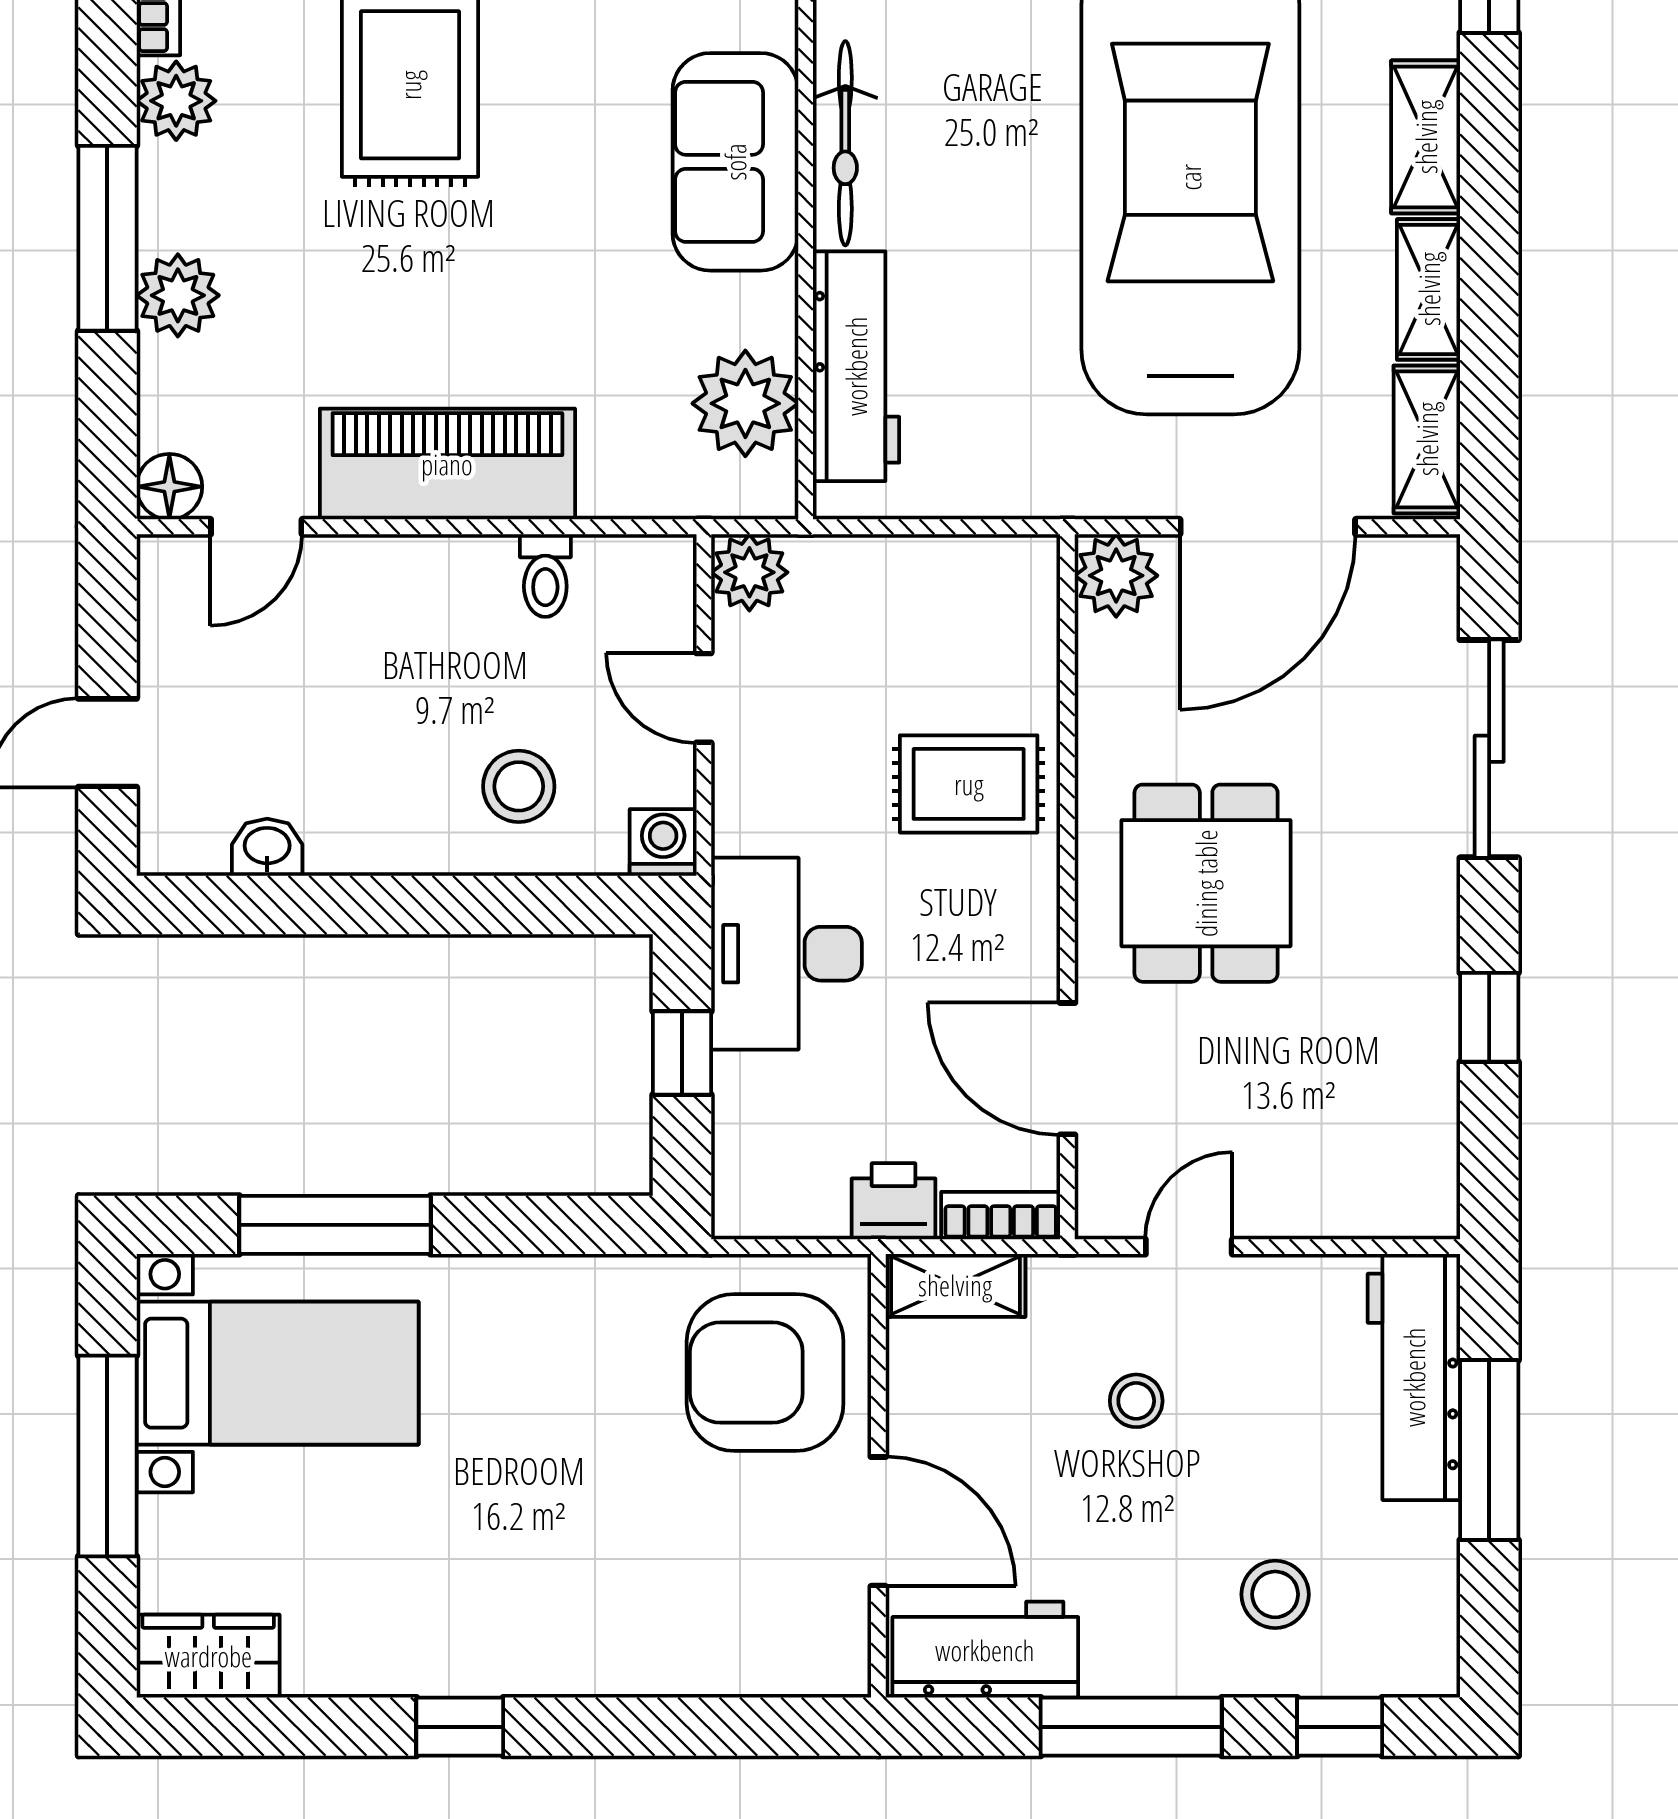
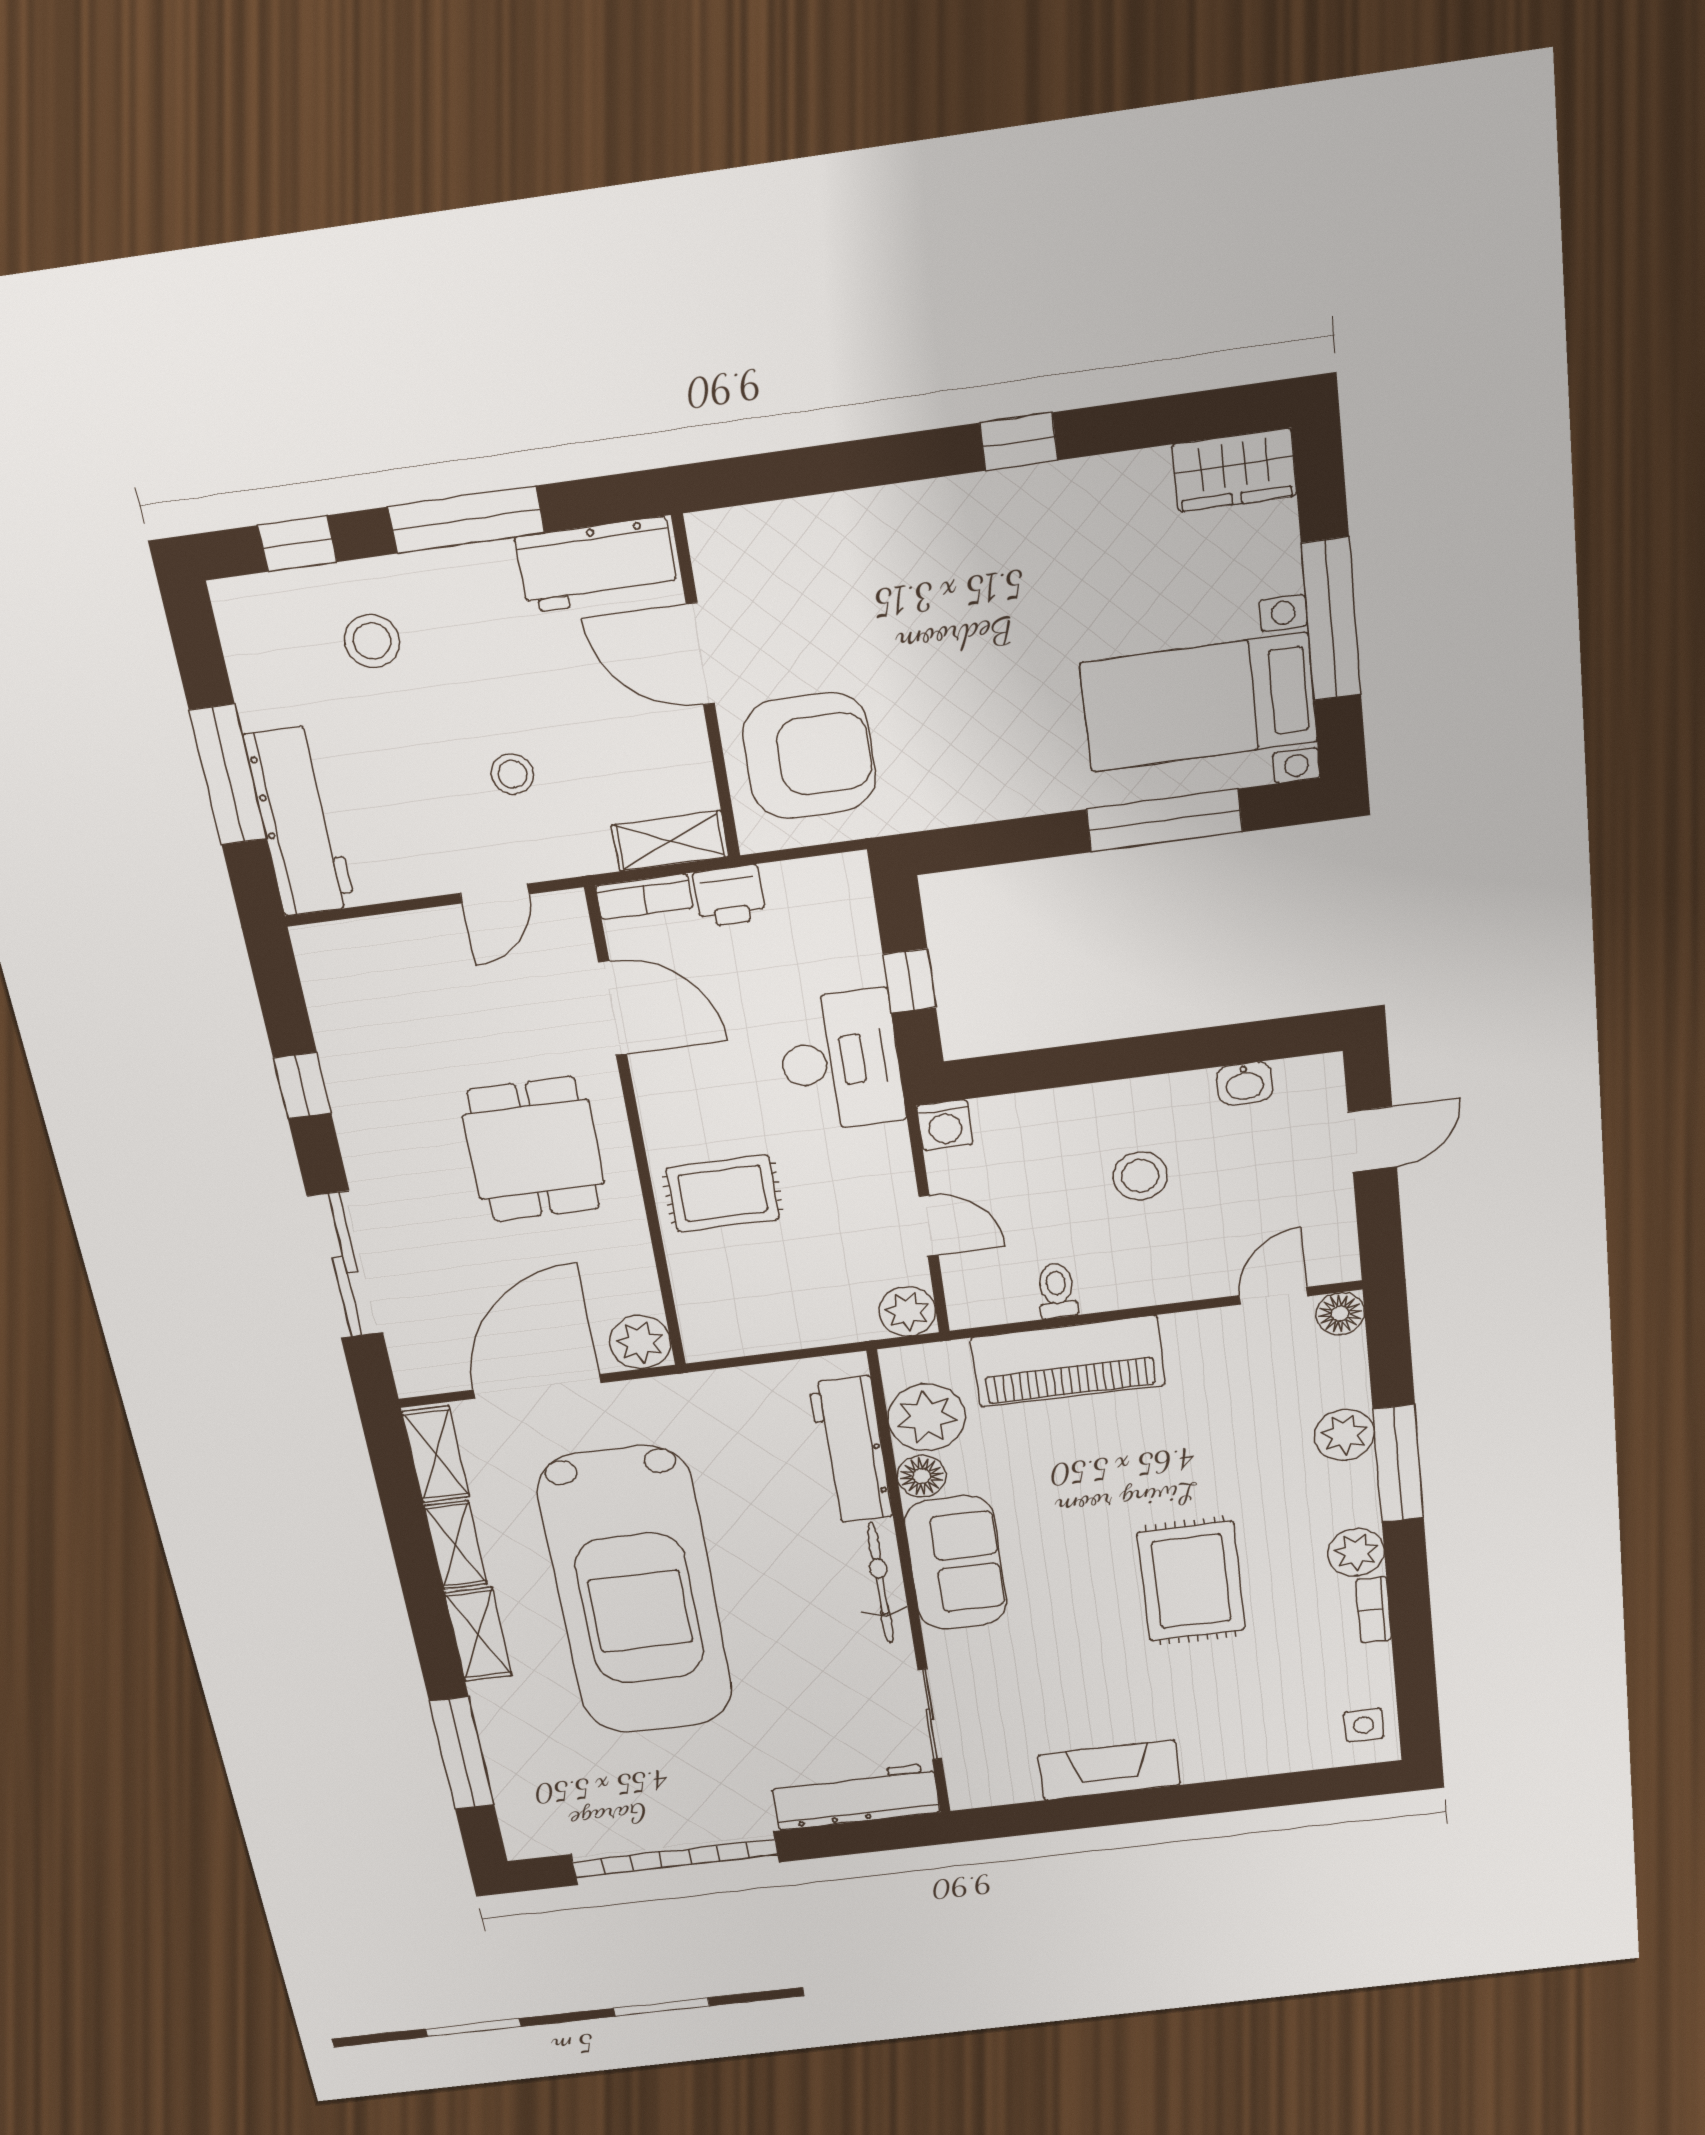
floor lamp: (764, 310) -> (922, 1476), added
piano: (447, 464) -> (1068, 1362), moved
stool: (519, 786) -> (1140, 1176), moved

